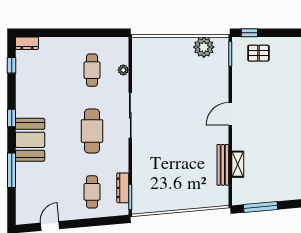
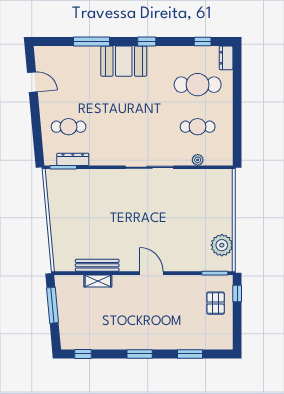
cafe table: (92, 131) -> (198, 85), moved

